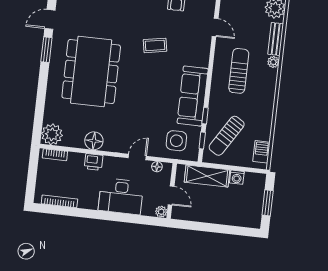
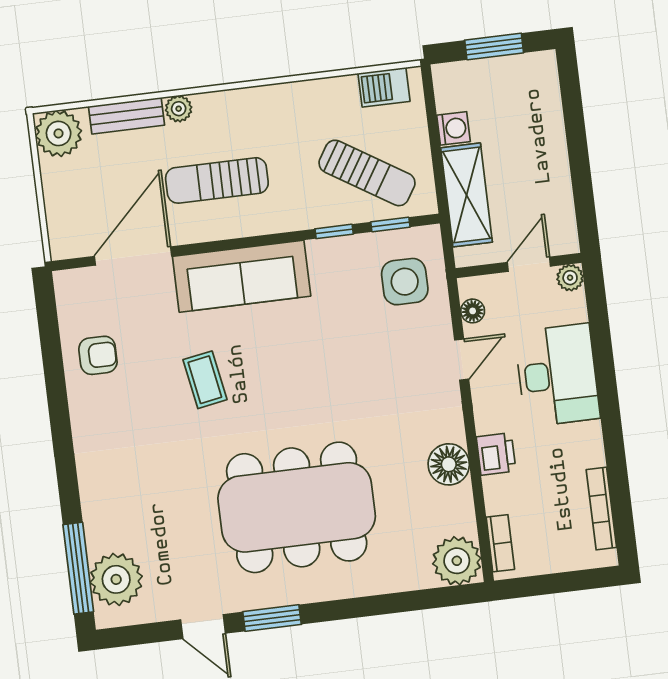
door: (215, 27) -> (133, 256), width x1.87
sofa: (193, 96) -> (242, 276), moved
door: (137, 157) -> (462, 360), swing flipped

